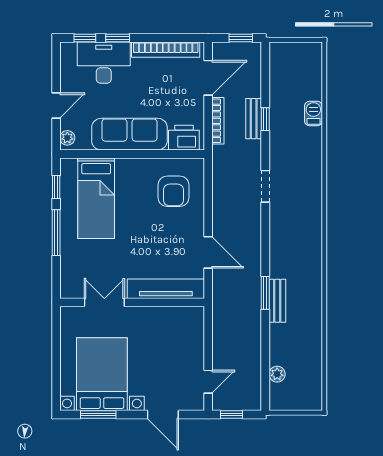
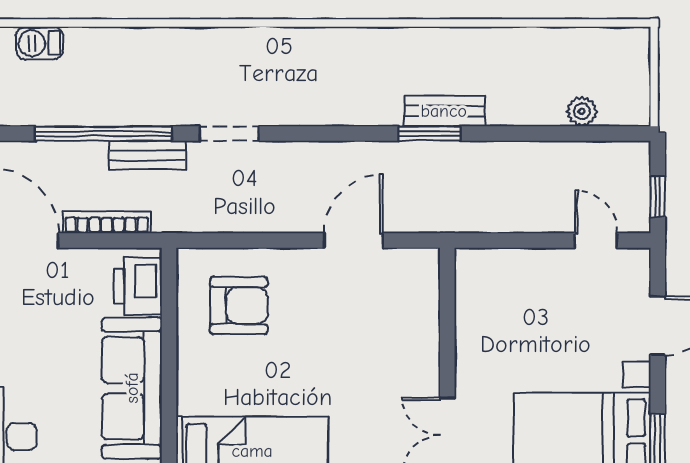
barbecue: (313, 113) -> (39, 43), moved
bench: (254, 119) -> (147, 155), moved
window: (265, 119) -> (103, 134), width x3.17
tv unit: (166, 289) -> (422, 320), removed

